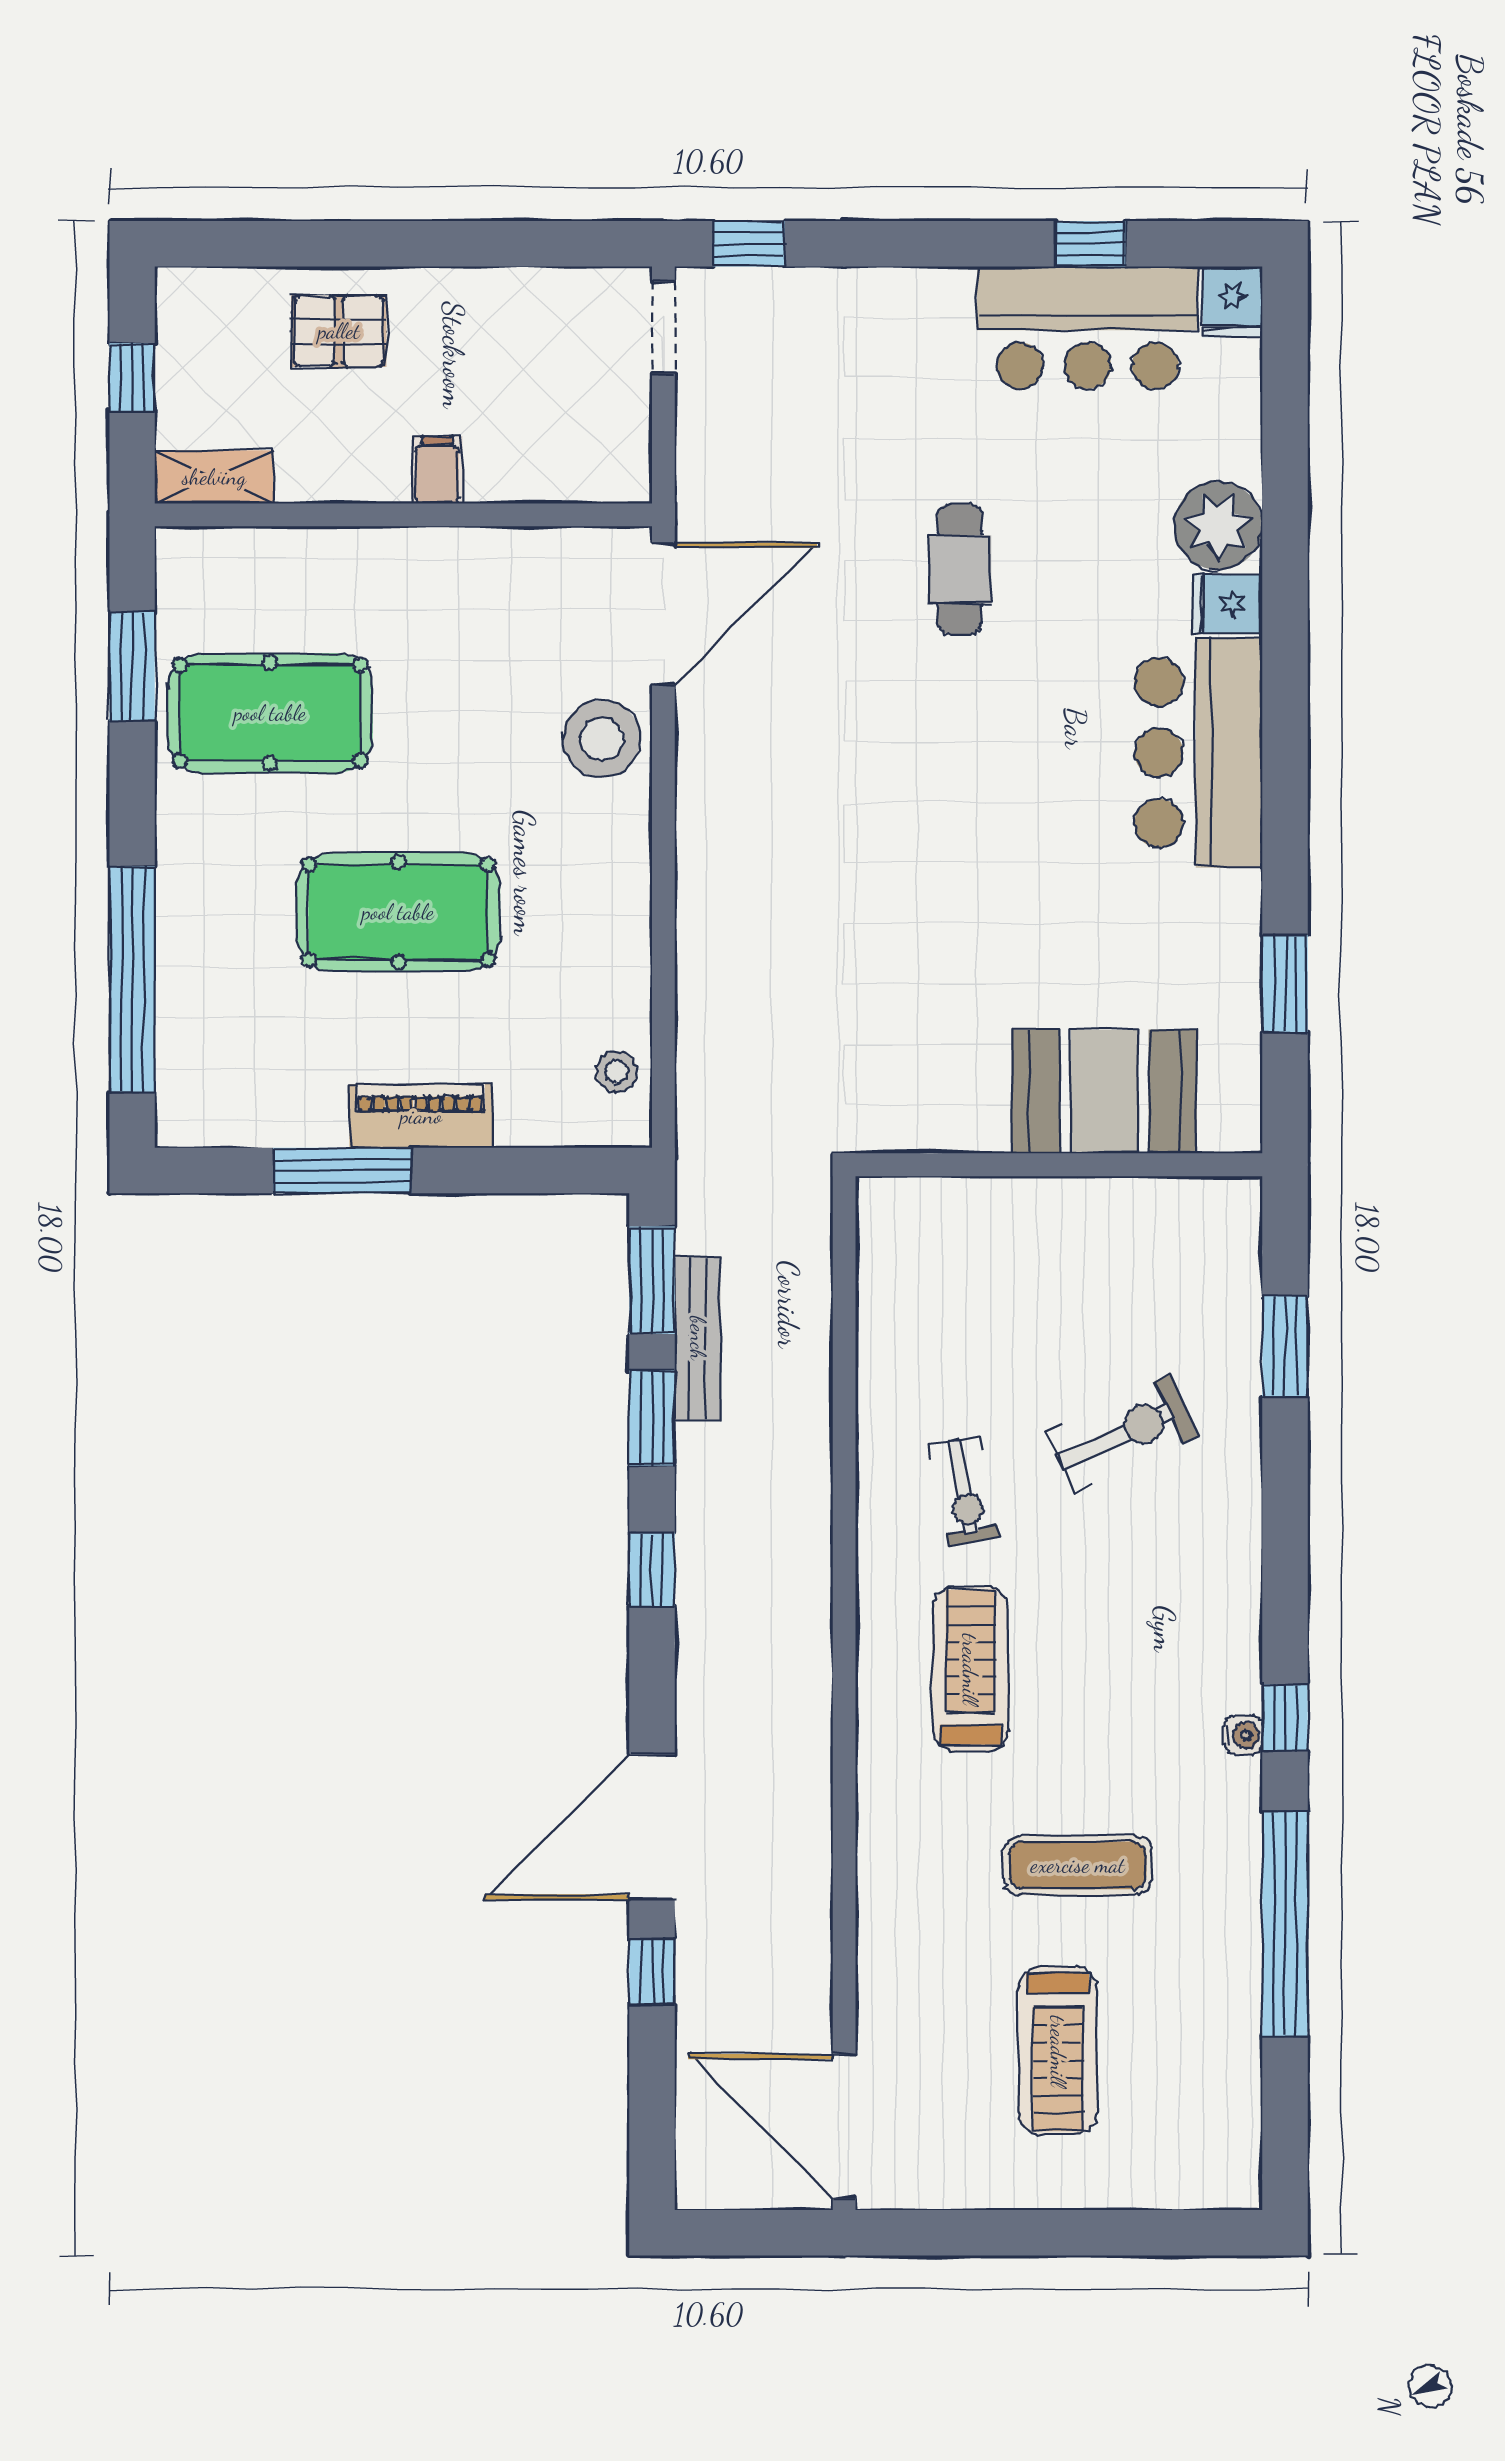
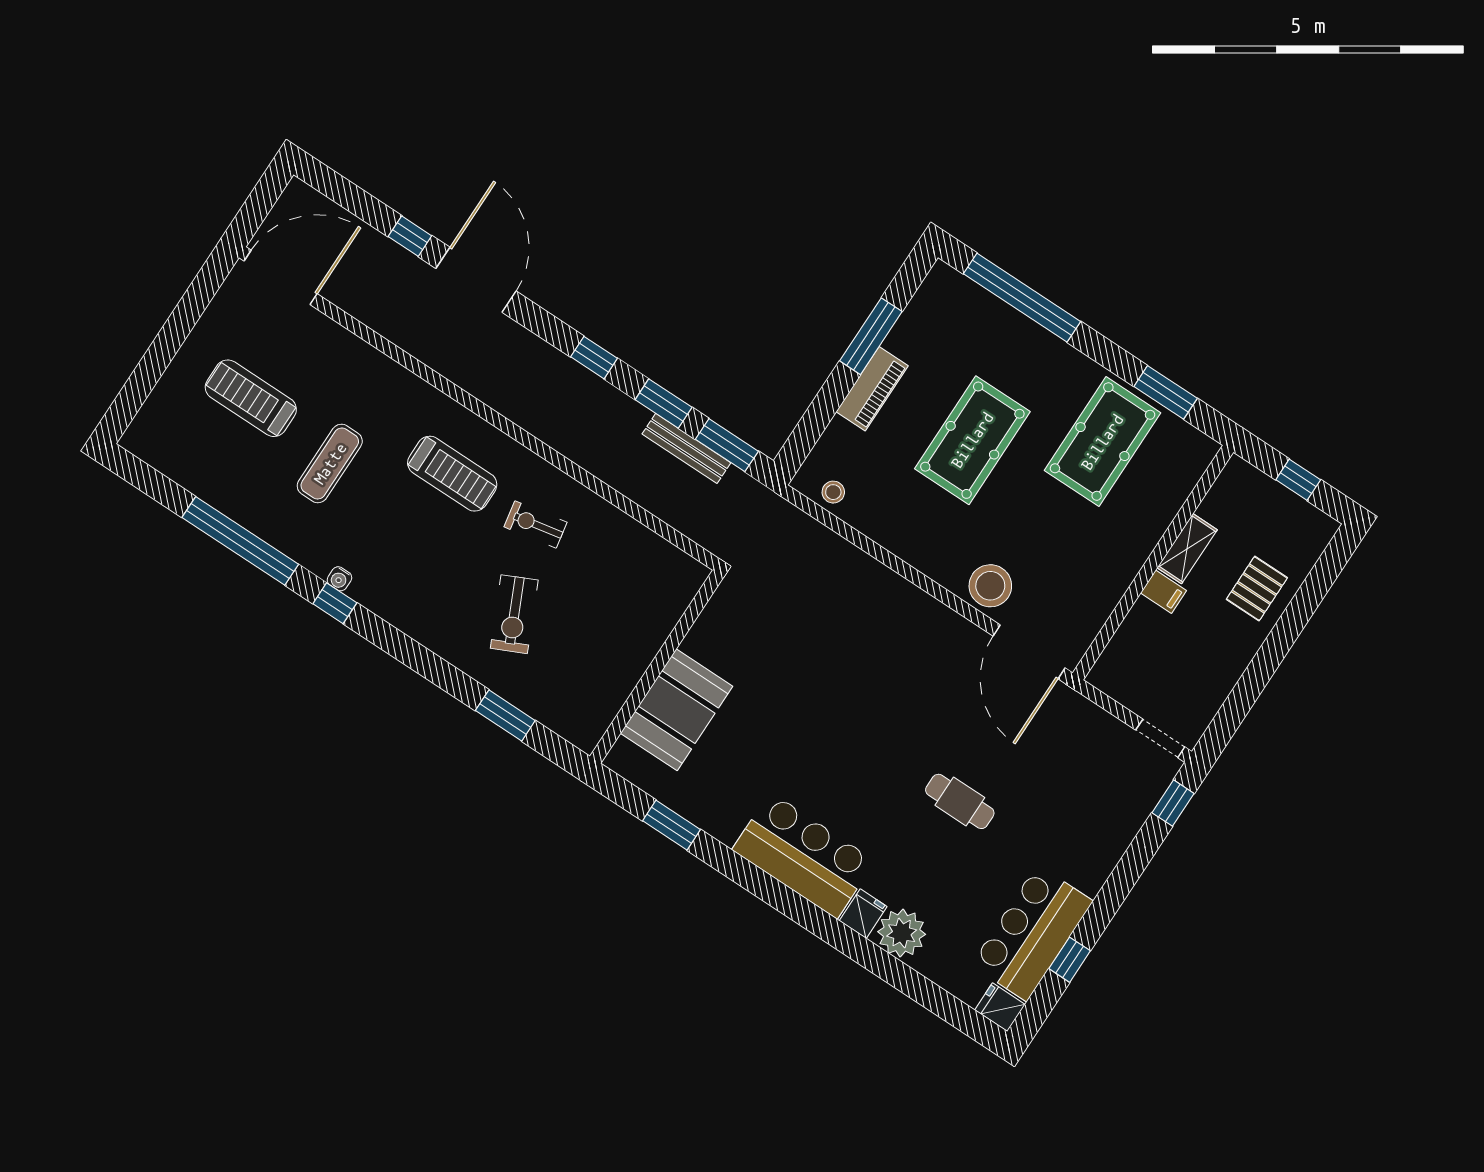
shelving: (214, 477) -> (1187, 549), moved

